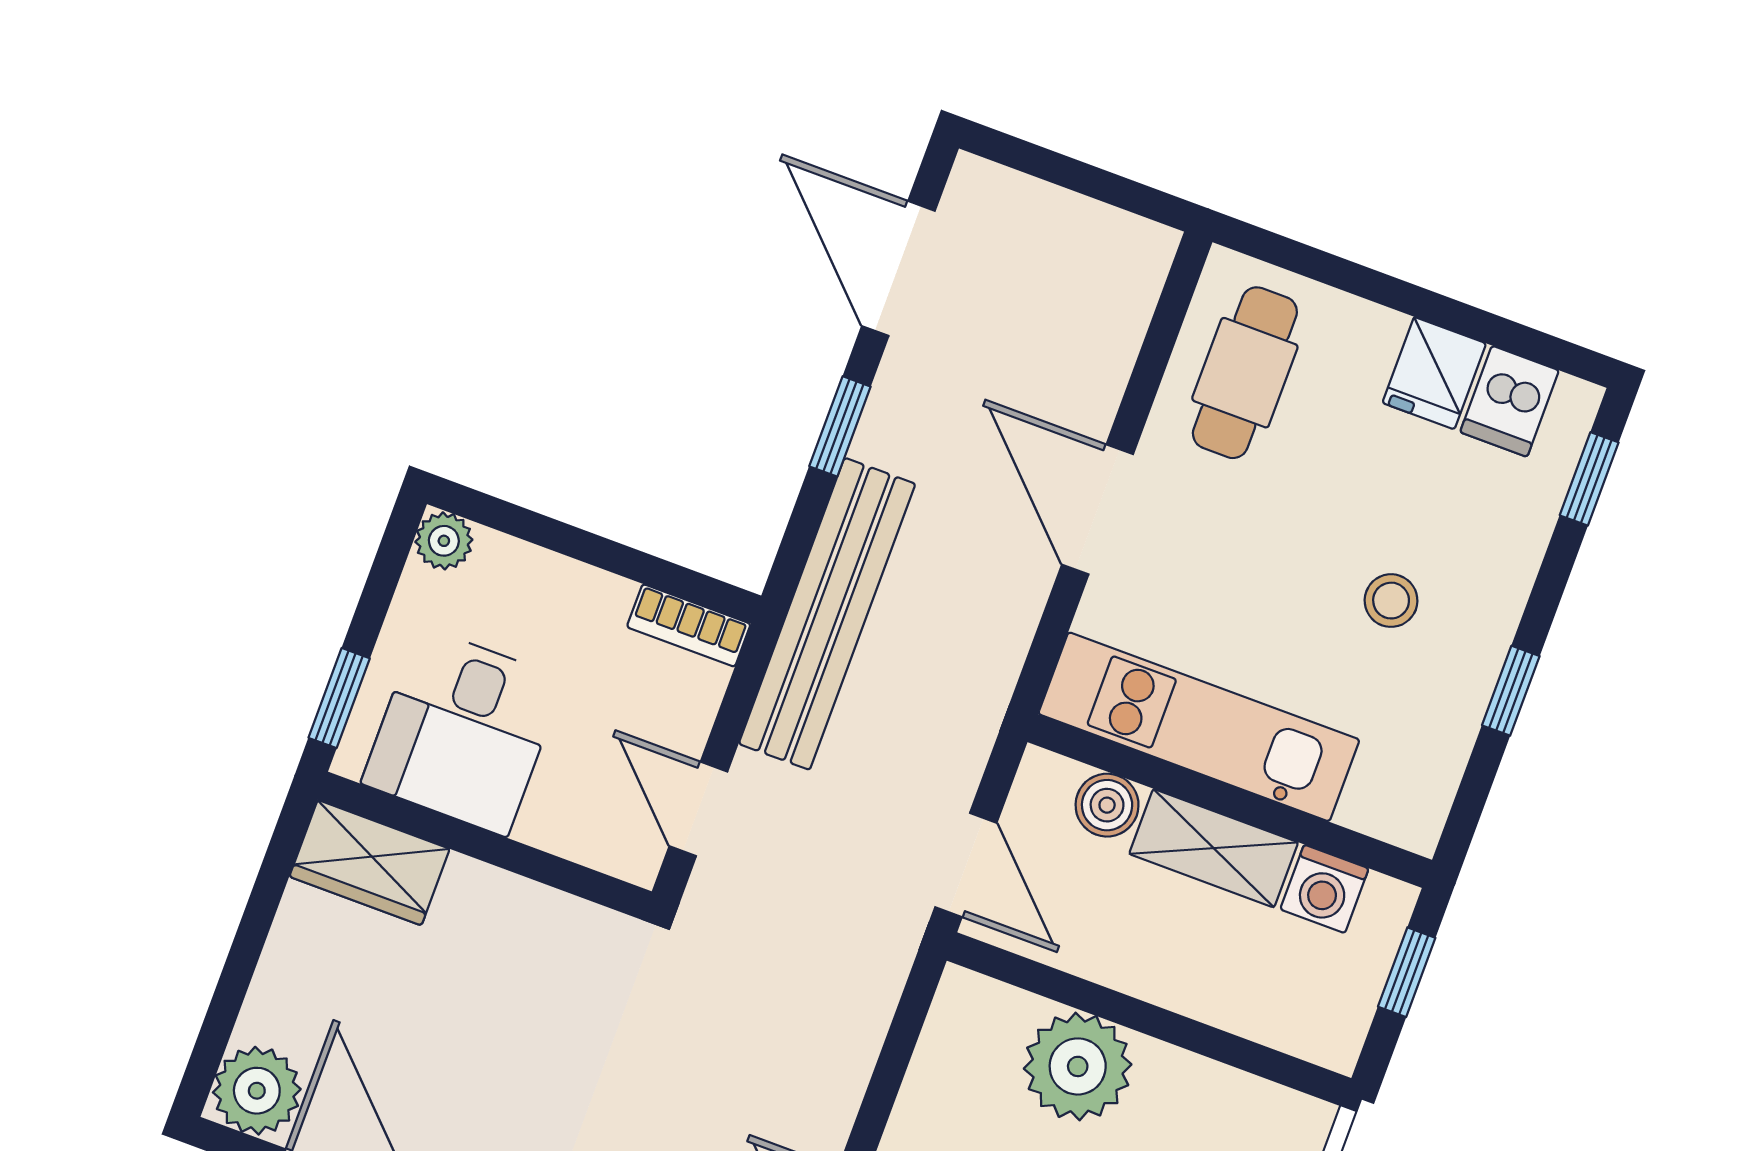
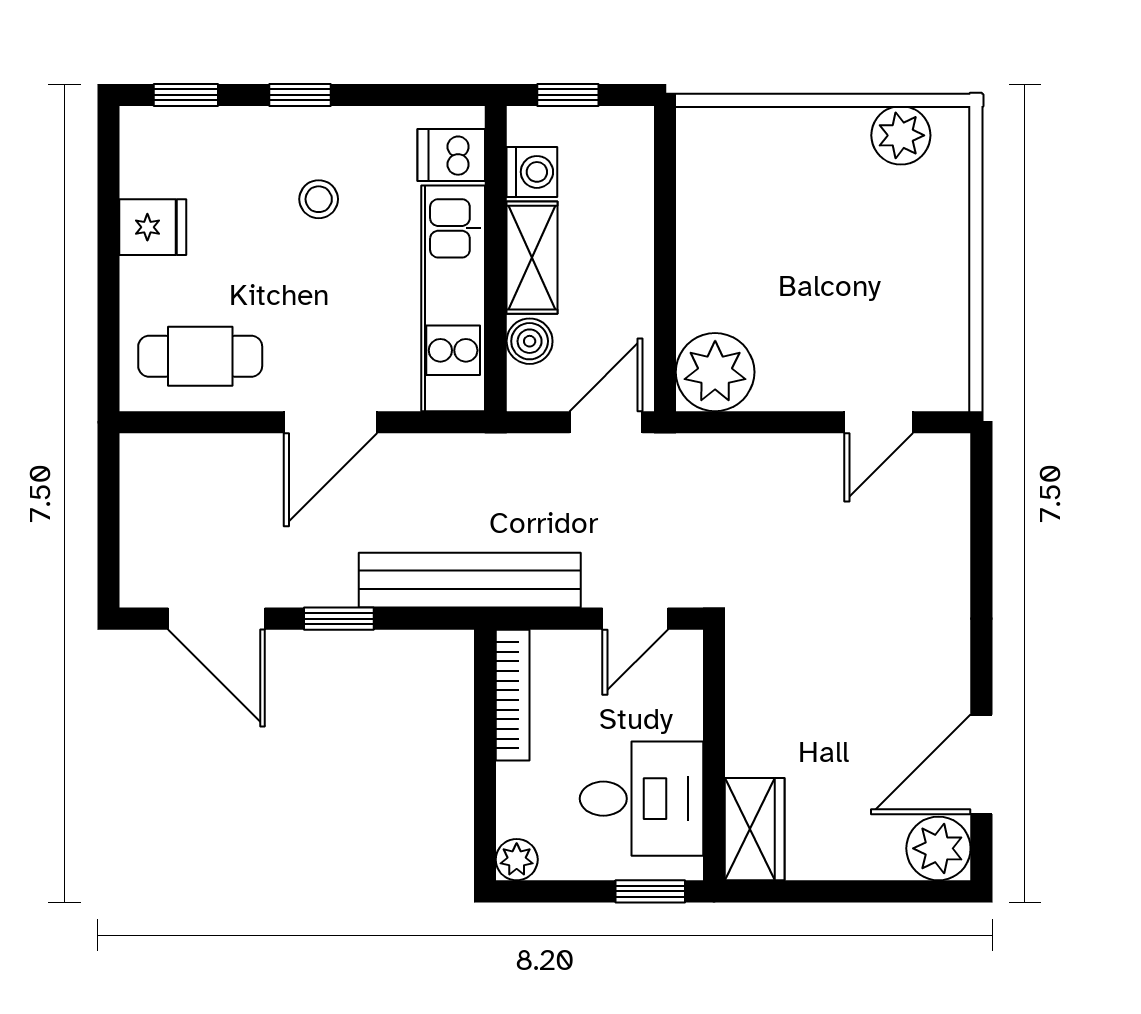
door: (898, 268) -> (217, 619), hinge flipped
dishwasher: (1510, 401) -> (451, 155), moved, turned 180
bookcase: (689, 625) -> (513, 695), width x1.56
window: (1511, 691) -> (300, 95), moved
plant: (1078, 1066) -> (715, 372), moved

